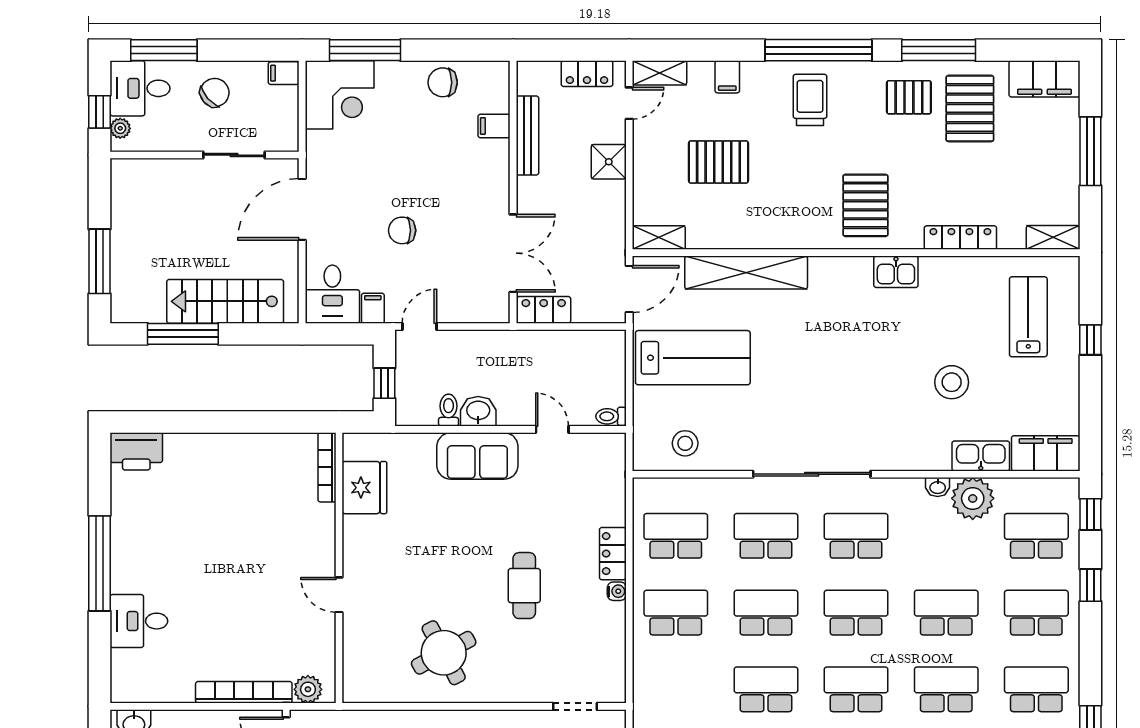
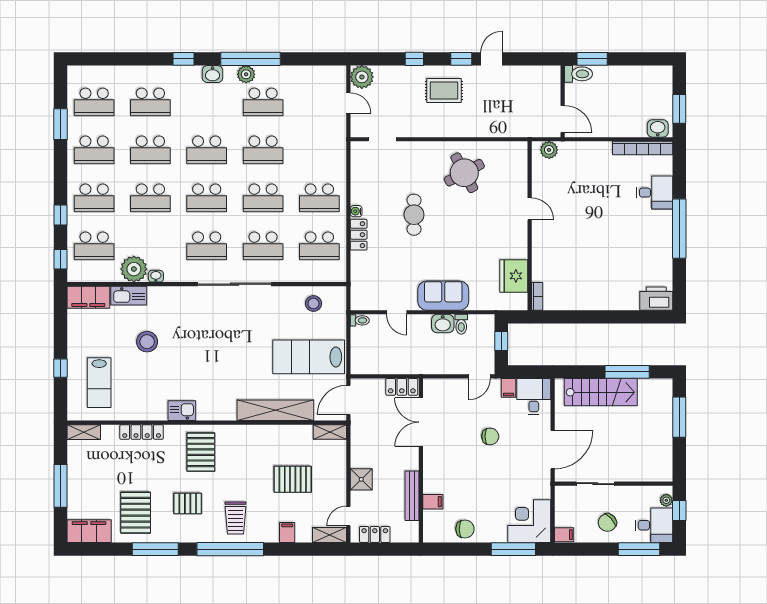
pallet: (909, 97) -> (188, 503), moved
bookcase: (327, 467) -> (537, 296), width x0.64
bookcase: (244, 692) -> (643, 148), moved

